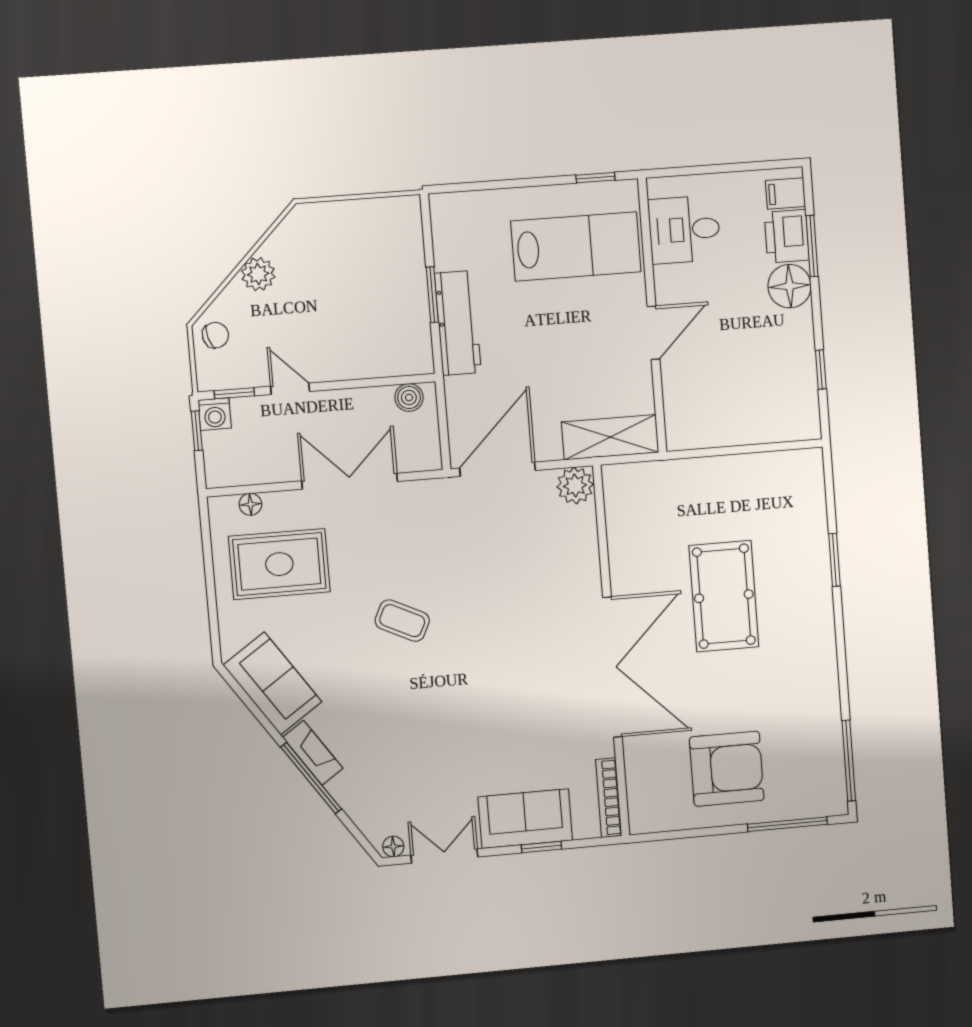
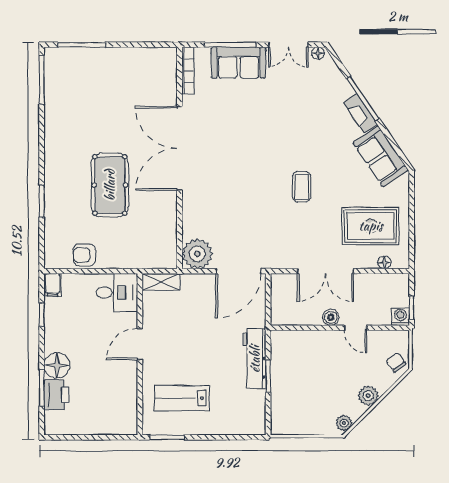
window: (595, 178) -> (167, 437), width x1.50
filing cabinet: (785, 194) -> (53, 285), moved, turned 90
plant: (296, 224) -> (344, 423), added
desk: (684, 230) -> (117, 293), moved
lab bench: (576, 246) -> (182, 398), width x0.73, depth x0.72
chair: (215, 335) -> (396, 362), turned 69
window: (234, 393) -> (388, 328), removed
boiler: (409, 397) -> (331, 317), moved
shelving: (610, 437) -> (161, 282), width x0.67, depth x0.75
plant: (575, 486) -> (197, 254), width x1.36, depth x1.36
coffee table: (402, 621) -> (302, 187), turned 64
armchair: (727, 769) -> (84, 255), moved, width x0.53, depth x0.53
window: (541, 847) -> (230, 45), width x2.17

